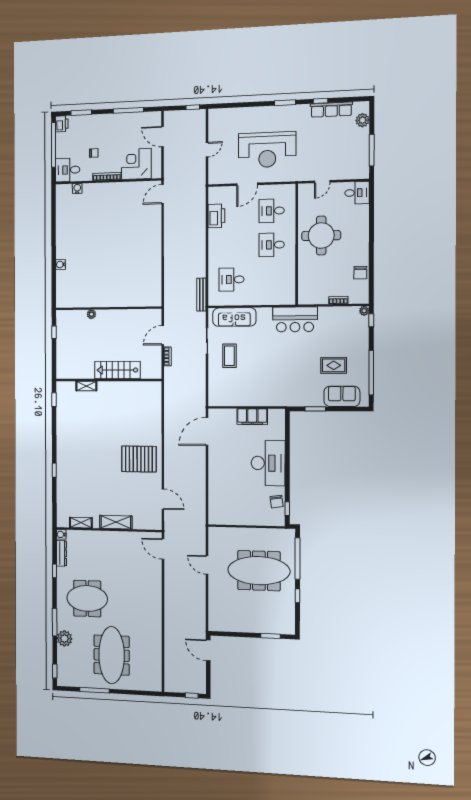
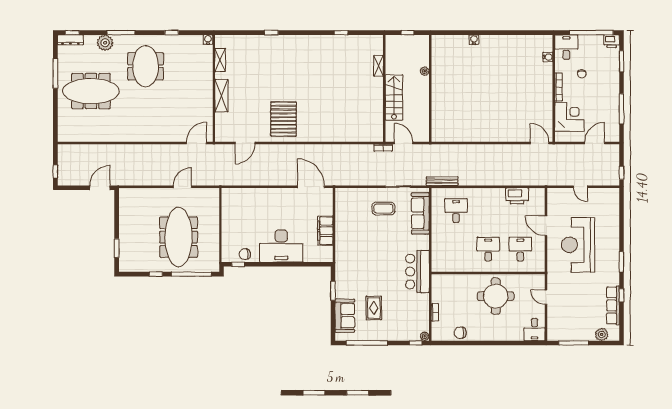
stairs: (117, 370) -> (394, 97), moved
wall: (108, 380) -> (384, 88), moved
shelving: (86, 386) -> (378, 66), moved
dresser: (61, 553) -> (70, 40), moved

